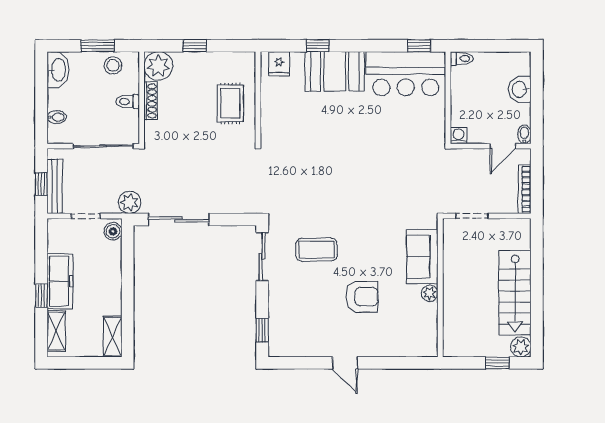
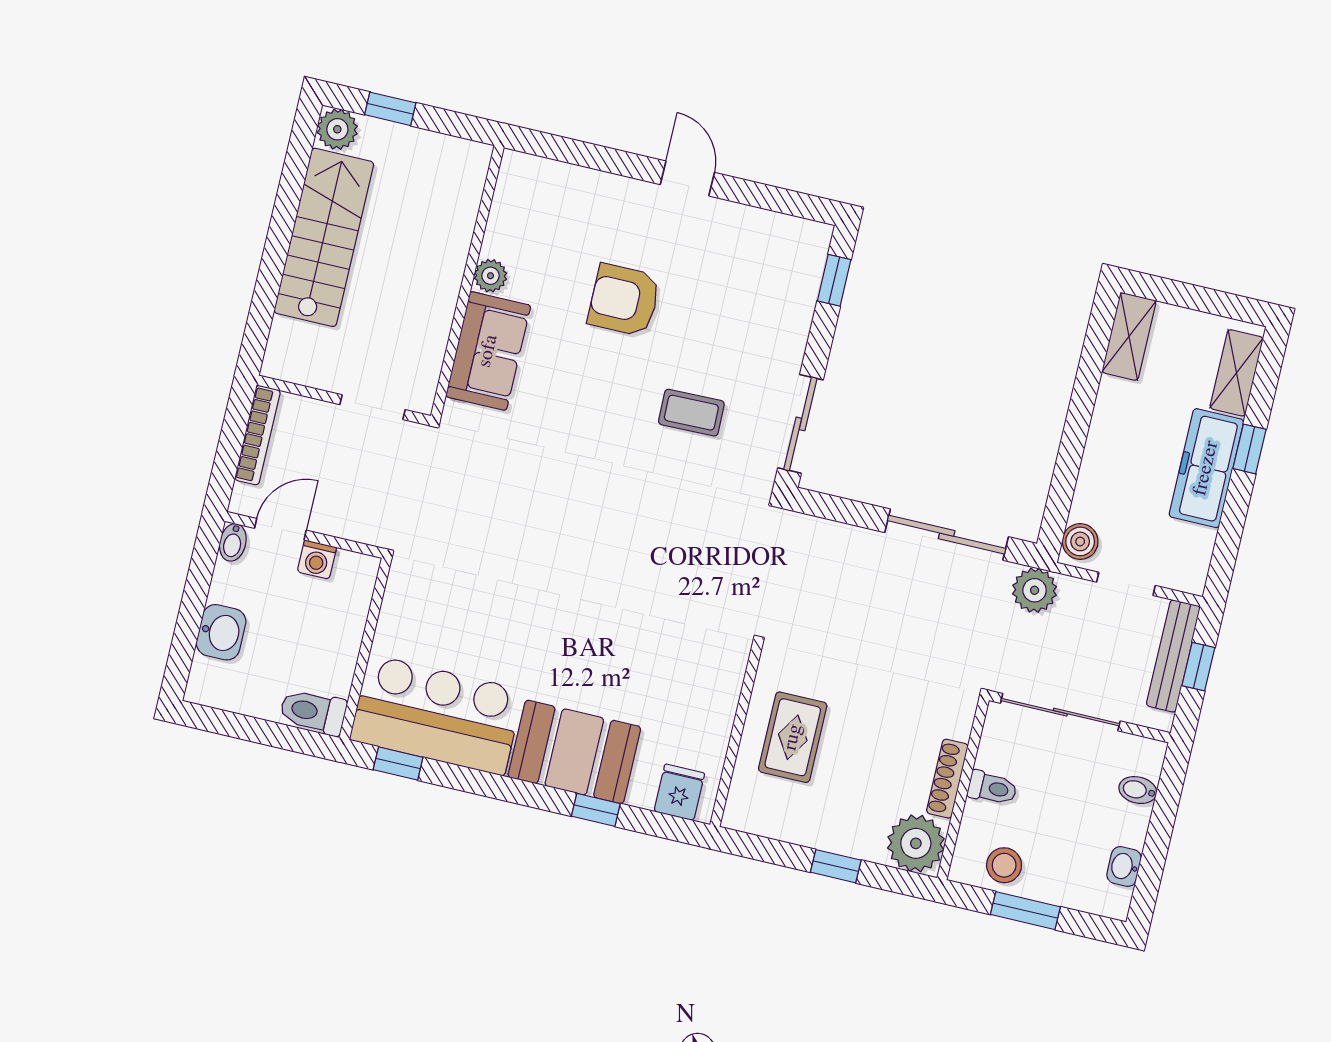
toilet: (462, 59) -> (313, 712), width x1.37, depth x1.39
washbasin: (58, 70) -> (1124, 867), width x0.52, depth x0.69
washing machine: (459, 136) -> (317, 560), moved
coffee table: (316, 250) -> (691, 413), width x0.73, depth x0.77

